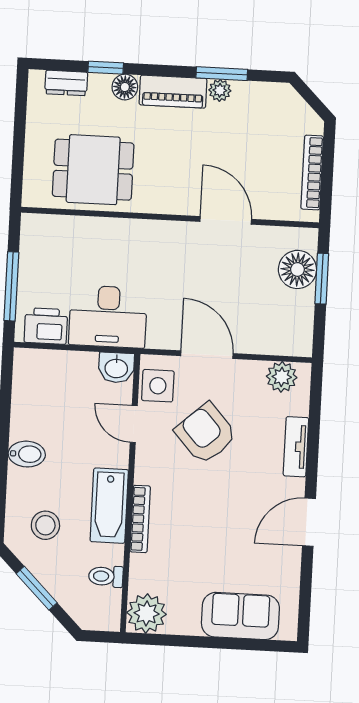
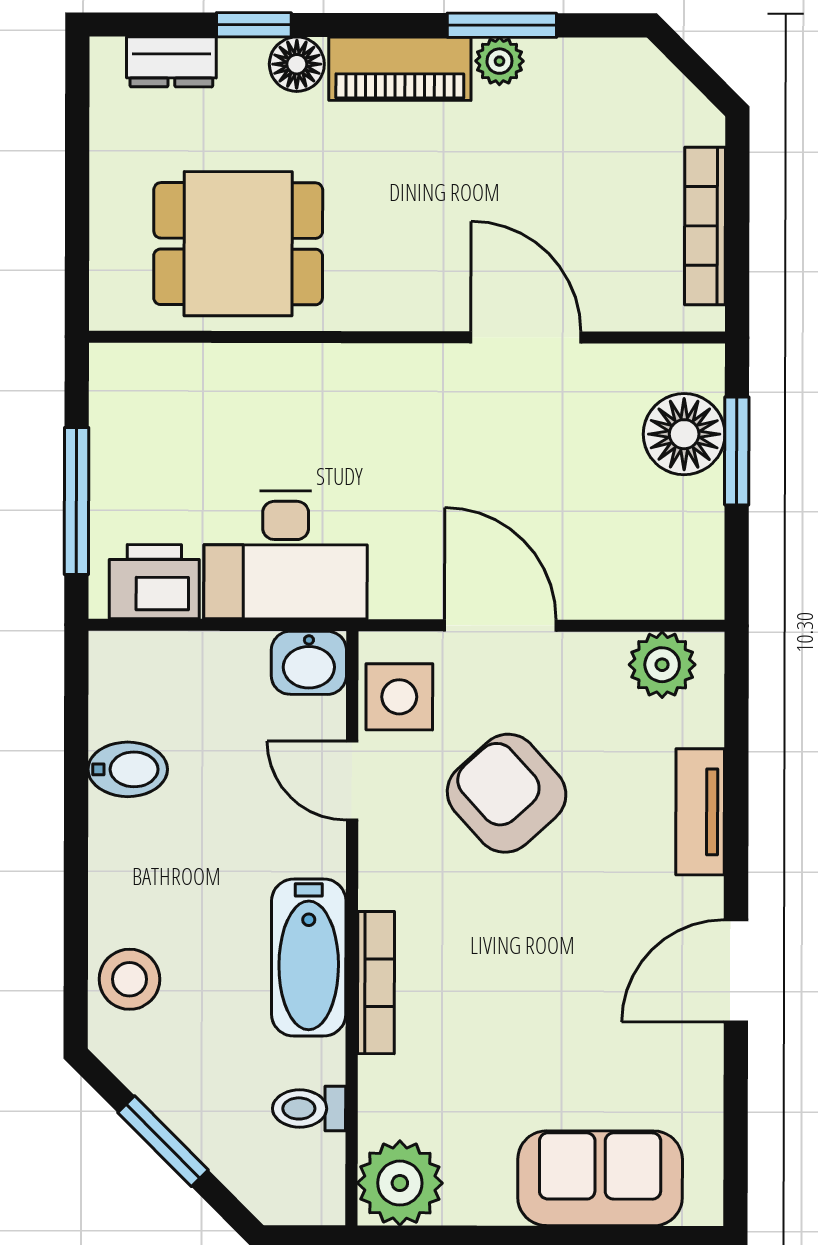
bidet: (27, 454) -> (128, 769), moved
stool: (45, 525) -> (129, 979), moved

